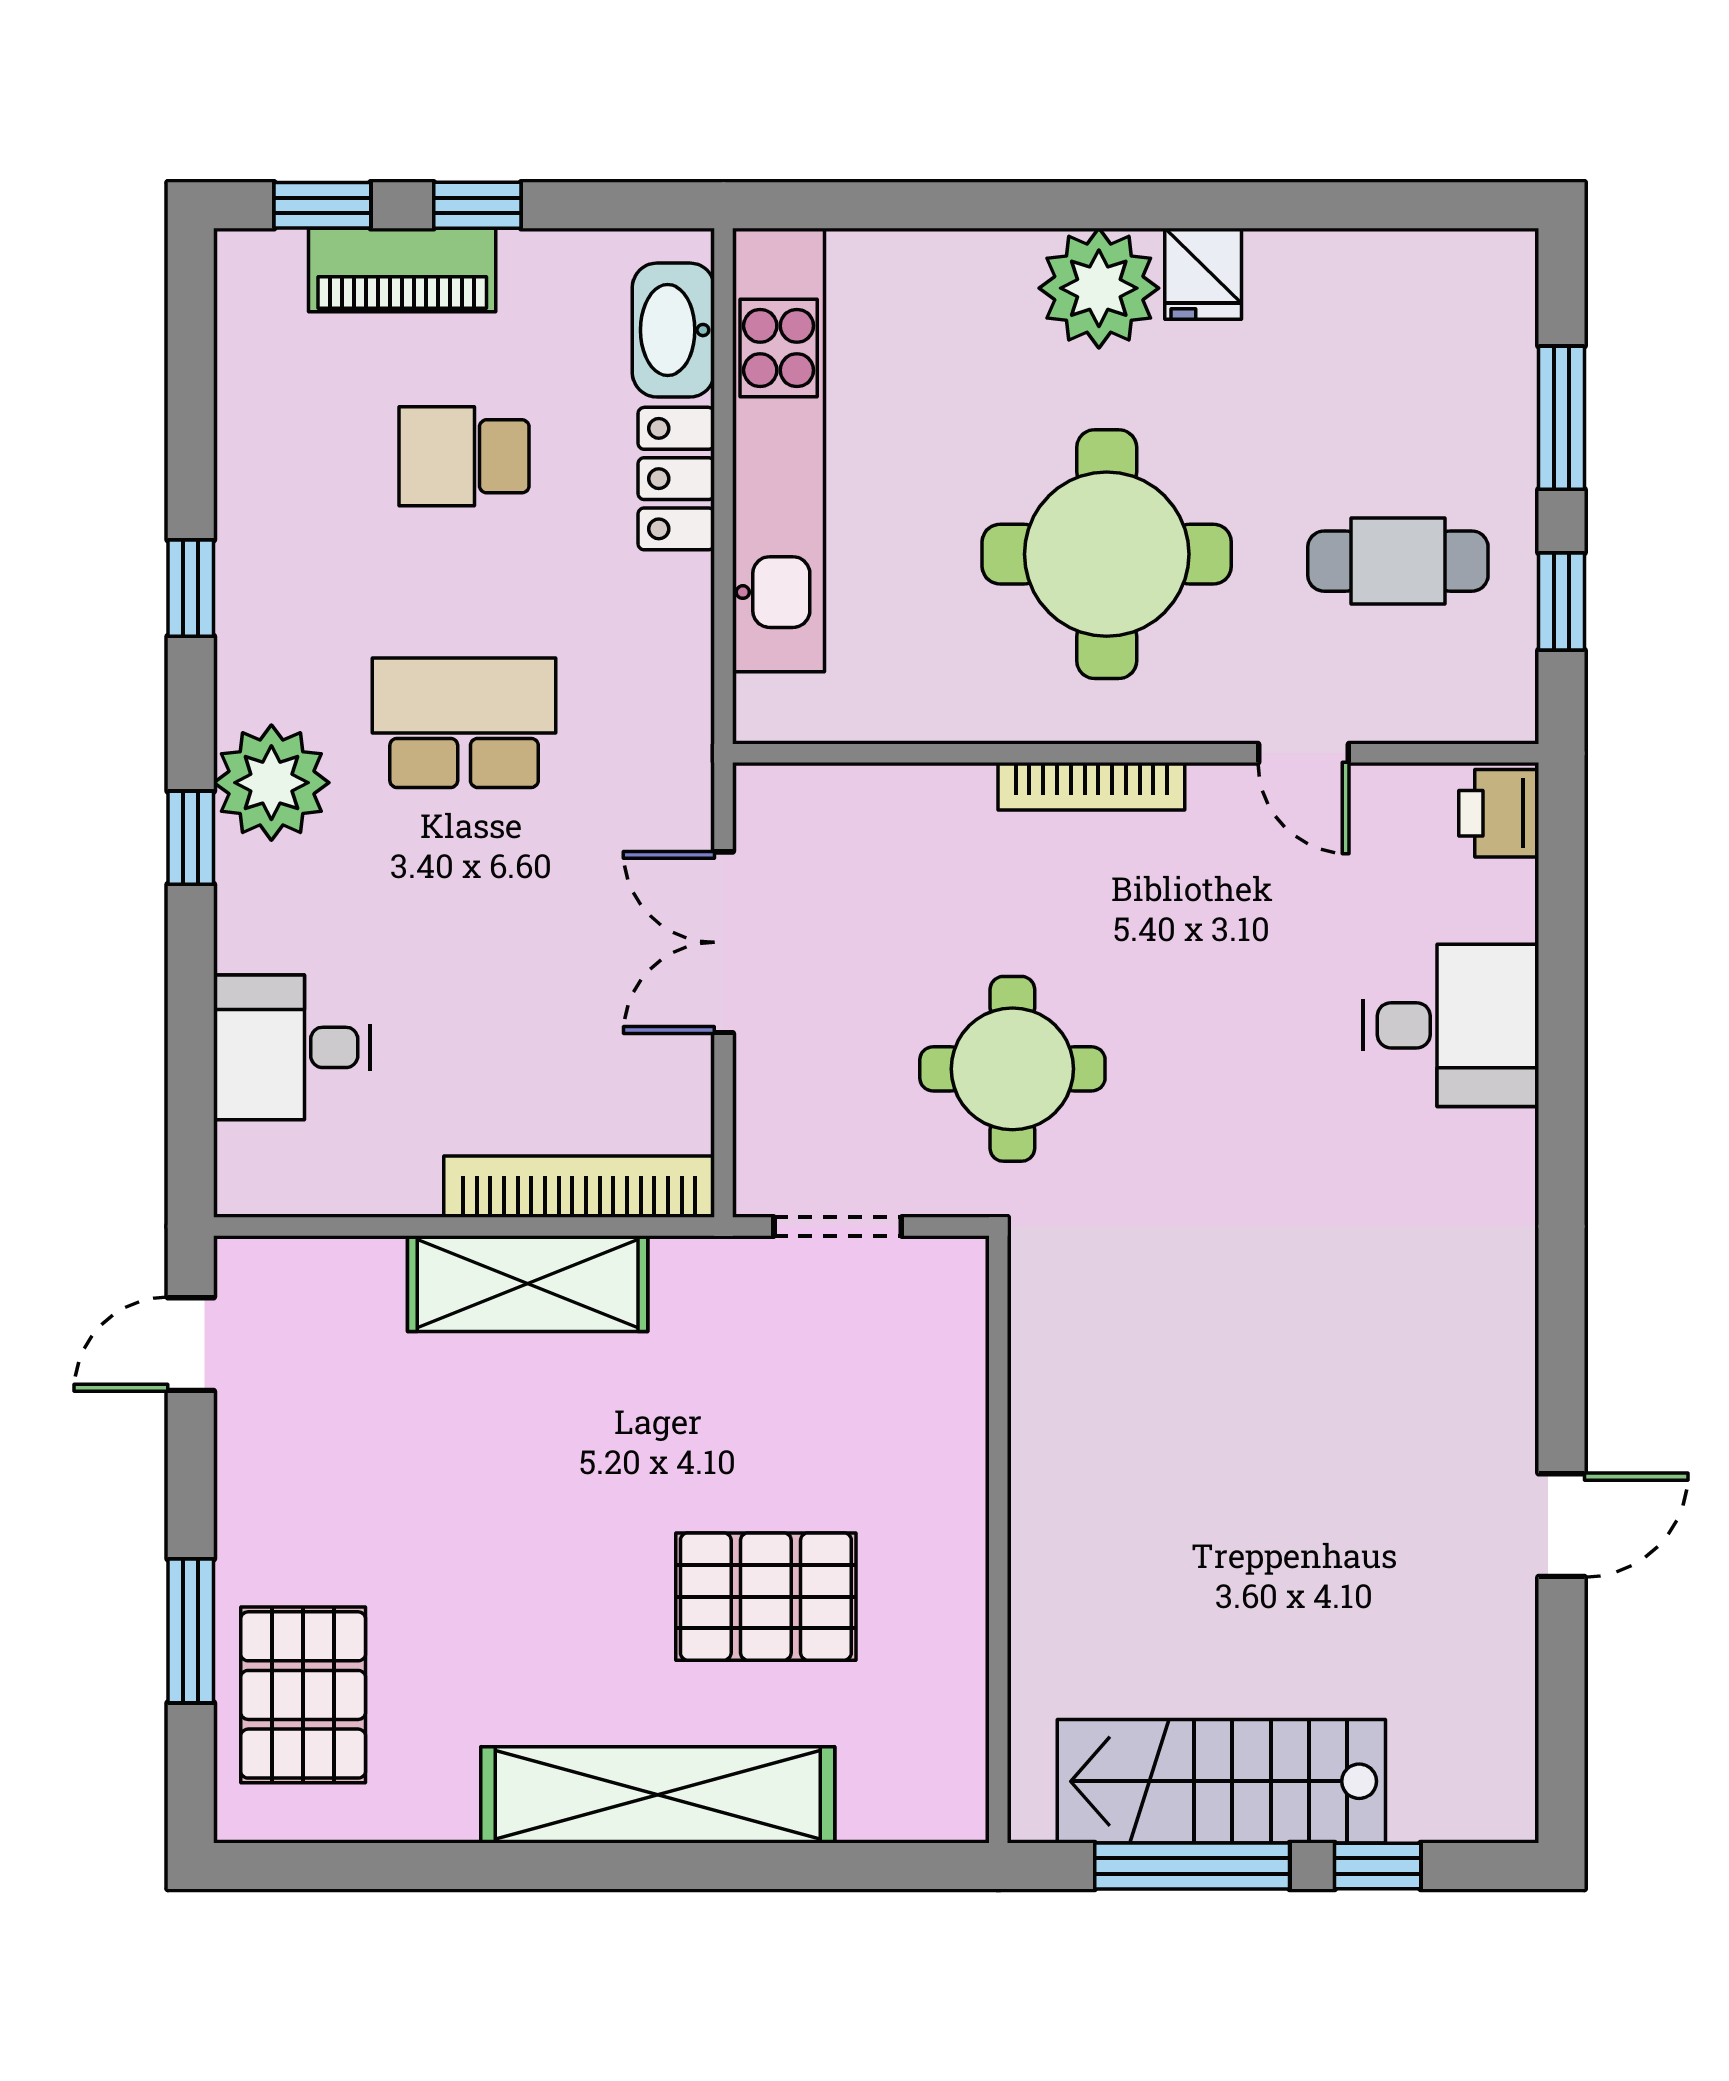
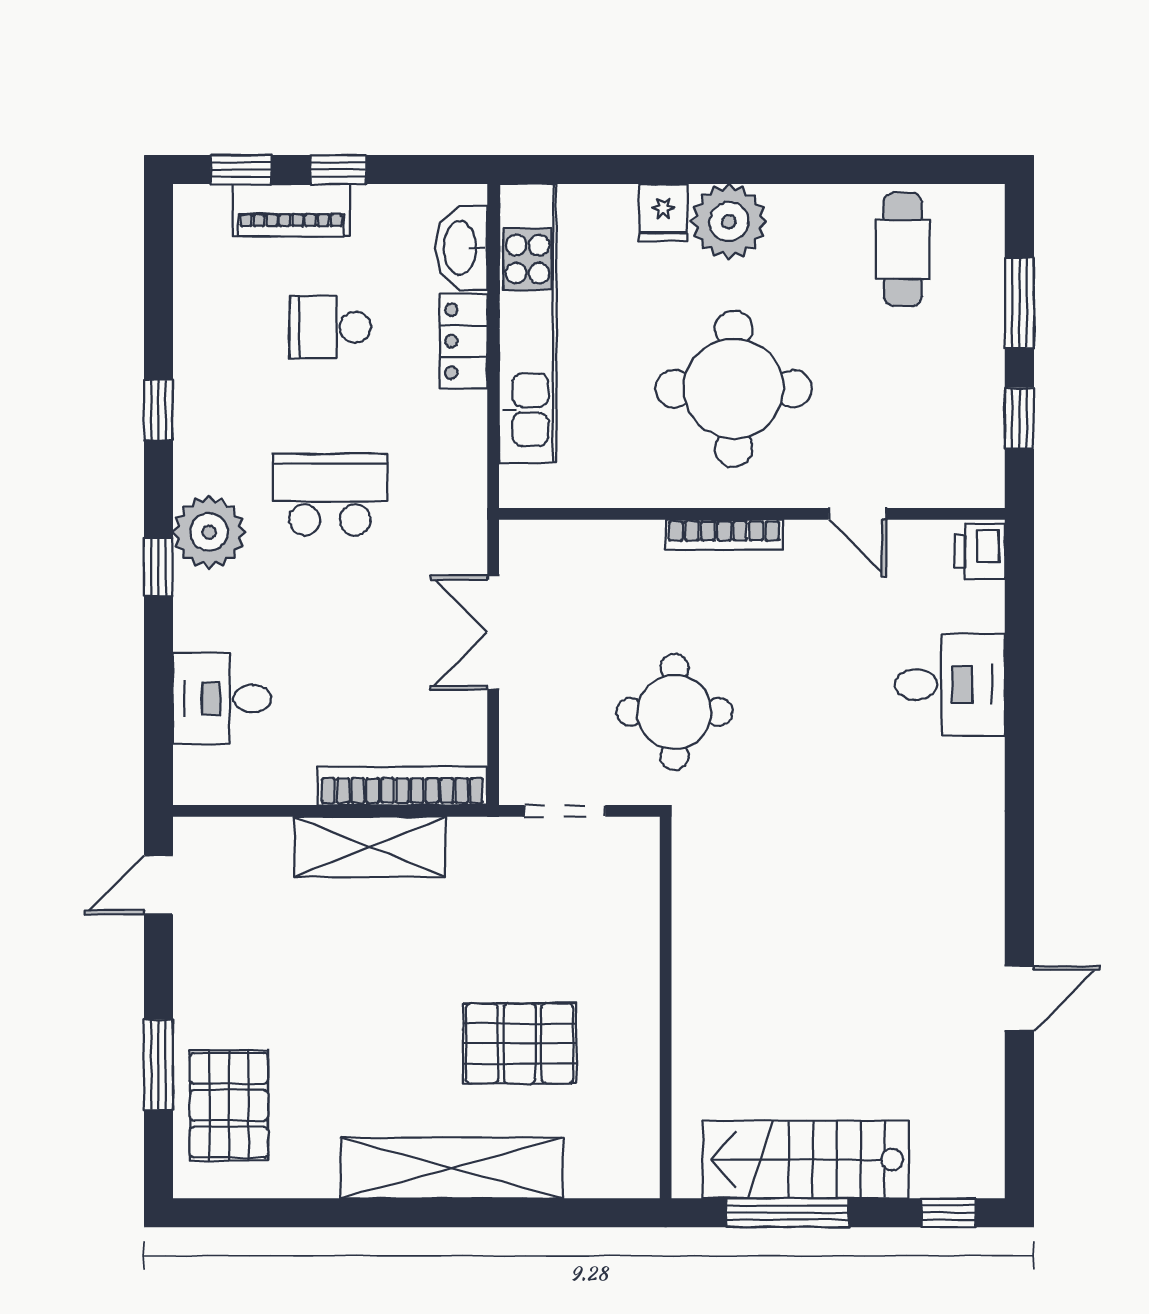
fridge: (1203, 274) -> (663, 213), moved
cafe table: (1398, 561) -> (903, 249), moved, turned 90
window: (1378, 1866) -> (949, 1213), moved

